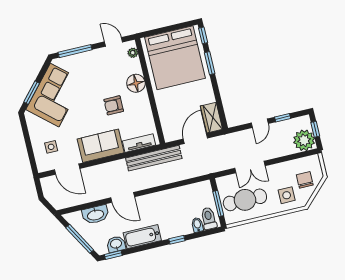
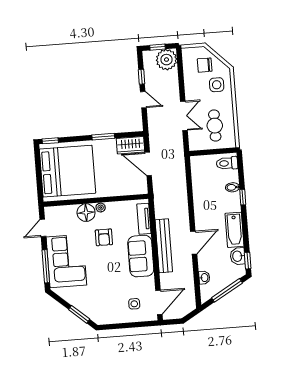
plant: (133, 53) -> (101, 208), moved
window: (210, 63) -> (103, 137), moved
corner sofa: (55, 95) -> (66, 261), moved, turned 49
bench: (154, 158) -> (164, 246), moved
door: (67, 169) -> (159, 302), moved
cafe table: (245, 200) -> (215, 126), width x0.73, depth x0.74
window: (218, 204) -> (214, 152), removed
washbasin: (95, 215) -> (204, 278), width x0.52, depth x0.69
bidet: (197, 225) -> (232, 187), moved

